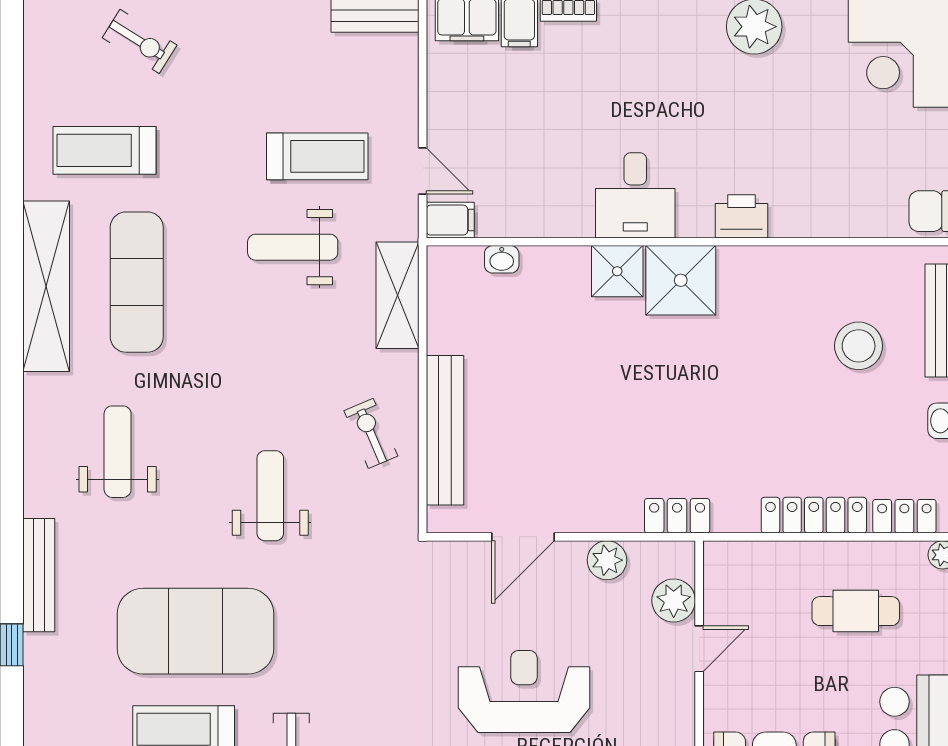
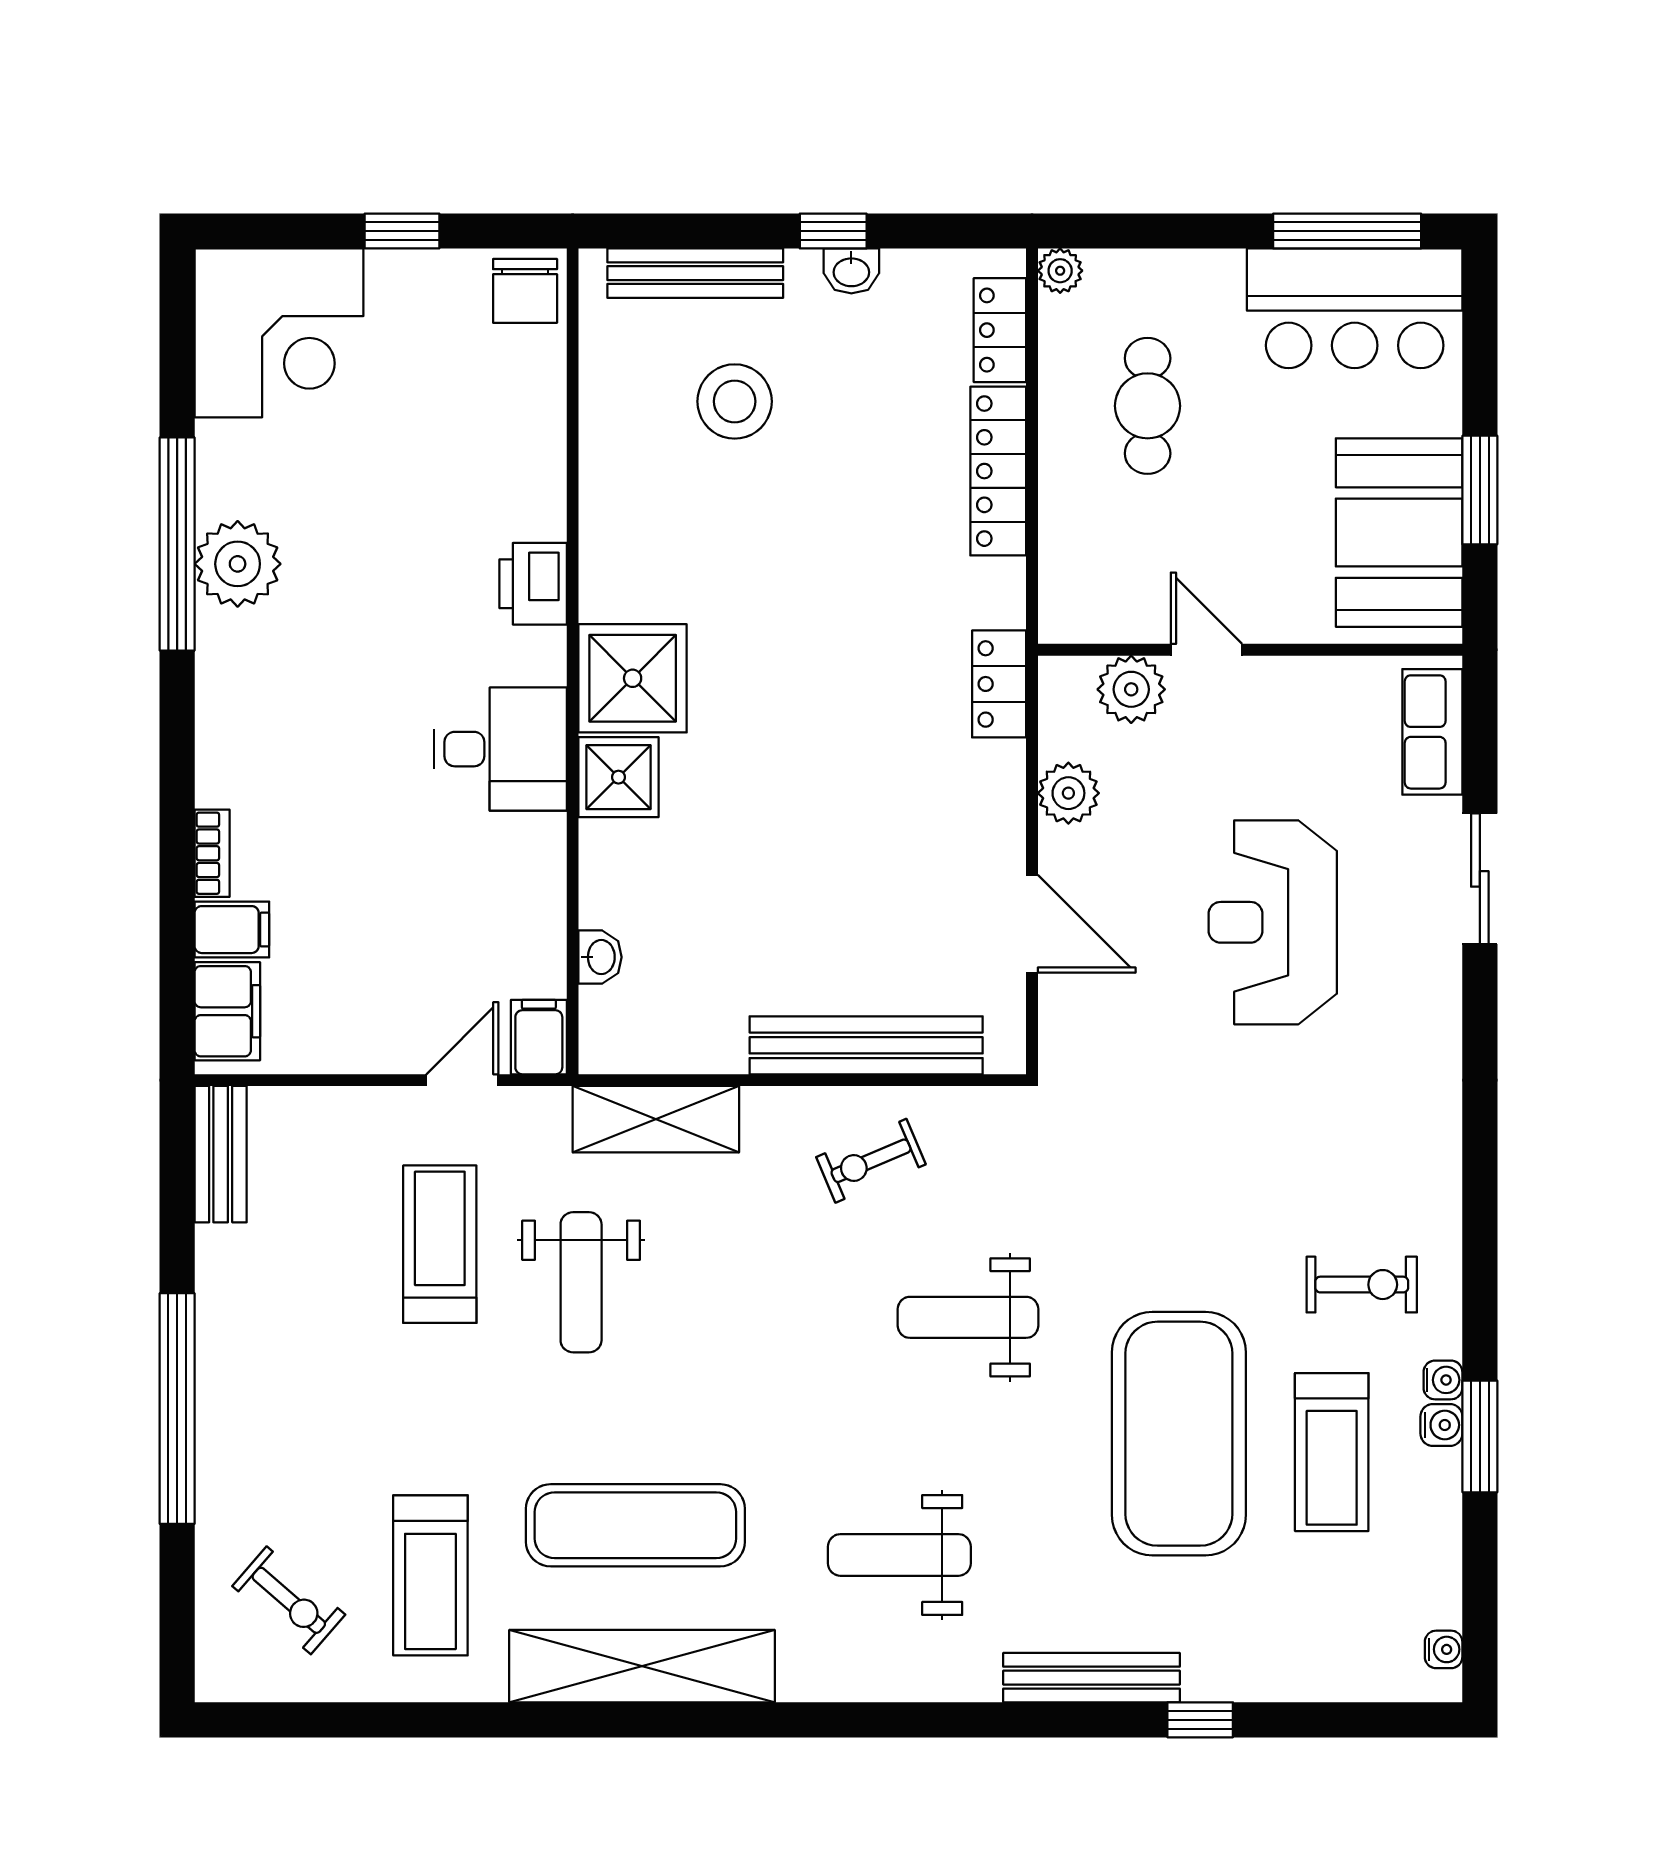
exercise bike: (140, 41) -> (289, 1600), moved, turned 99

